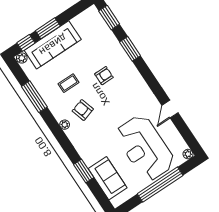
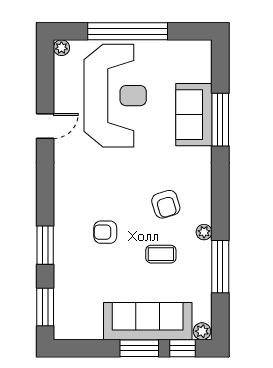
plant: (65, 125) -> (204, 232), moved
window: (84, 171) -> (220, 120), width x1.44
sofa: (108, 178) -> (194, 115), moved

